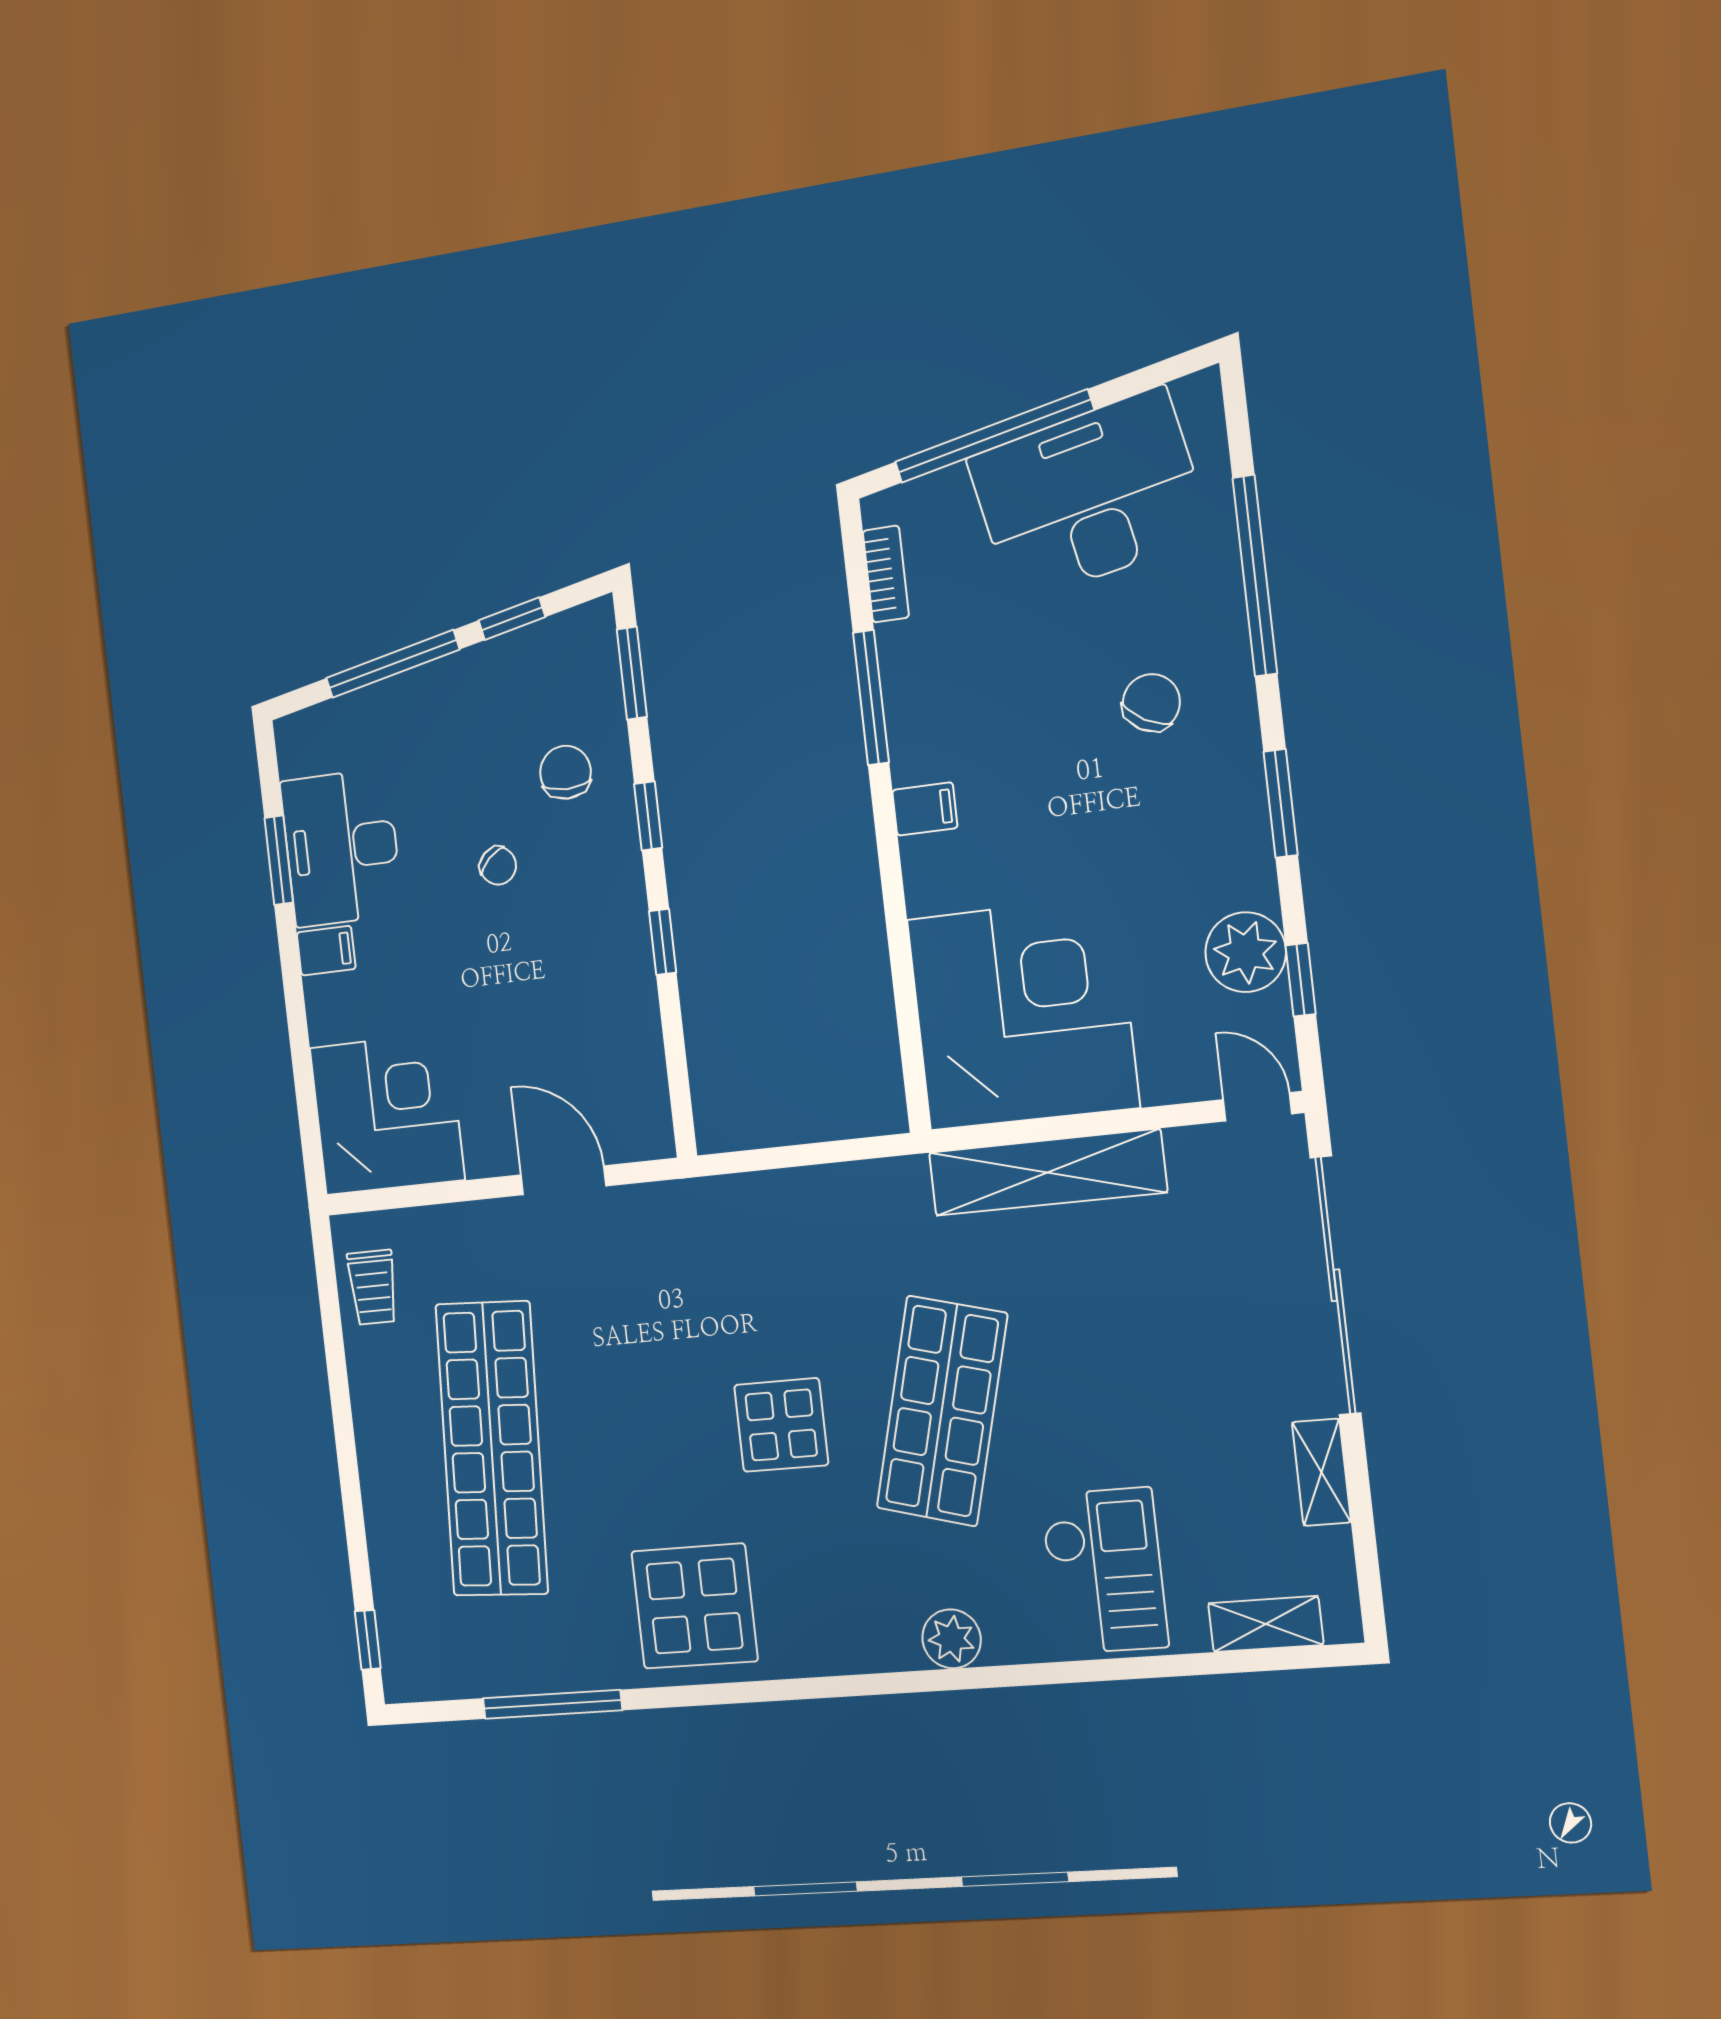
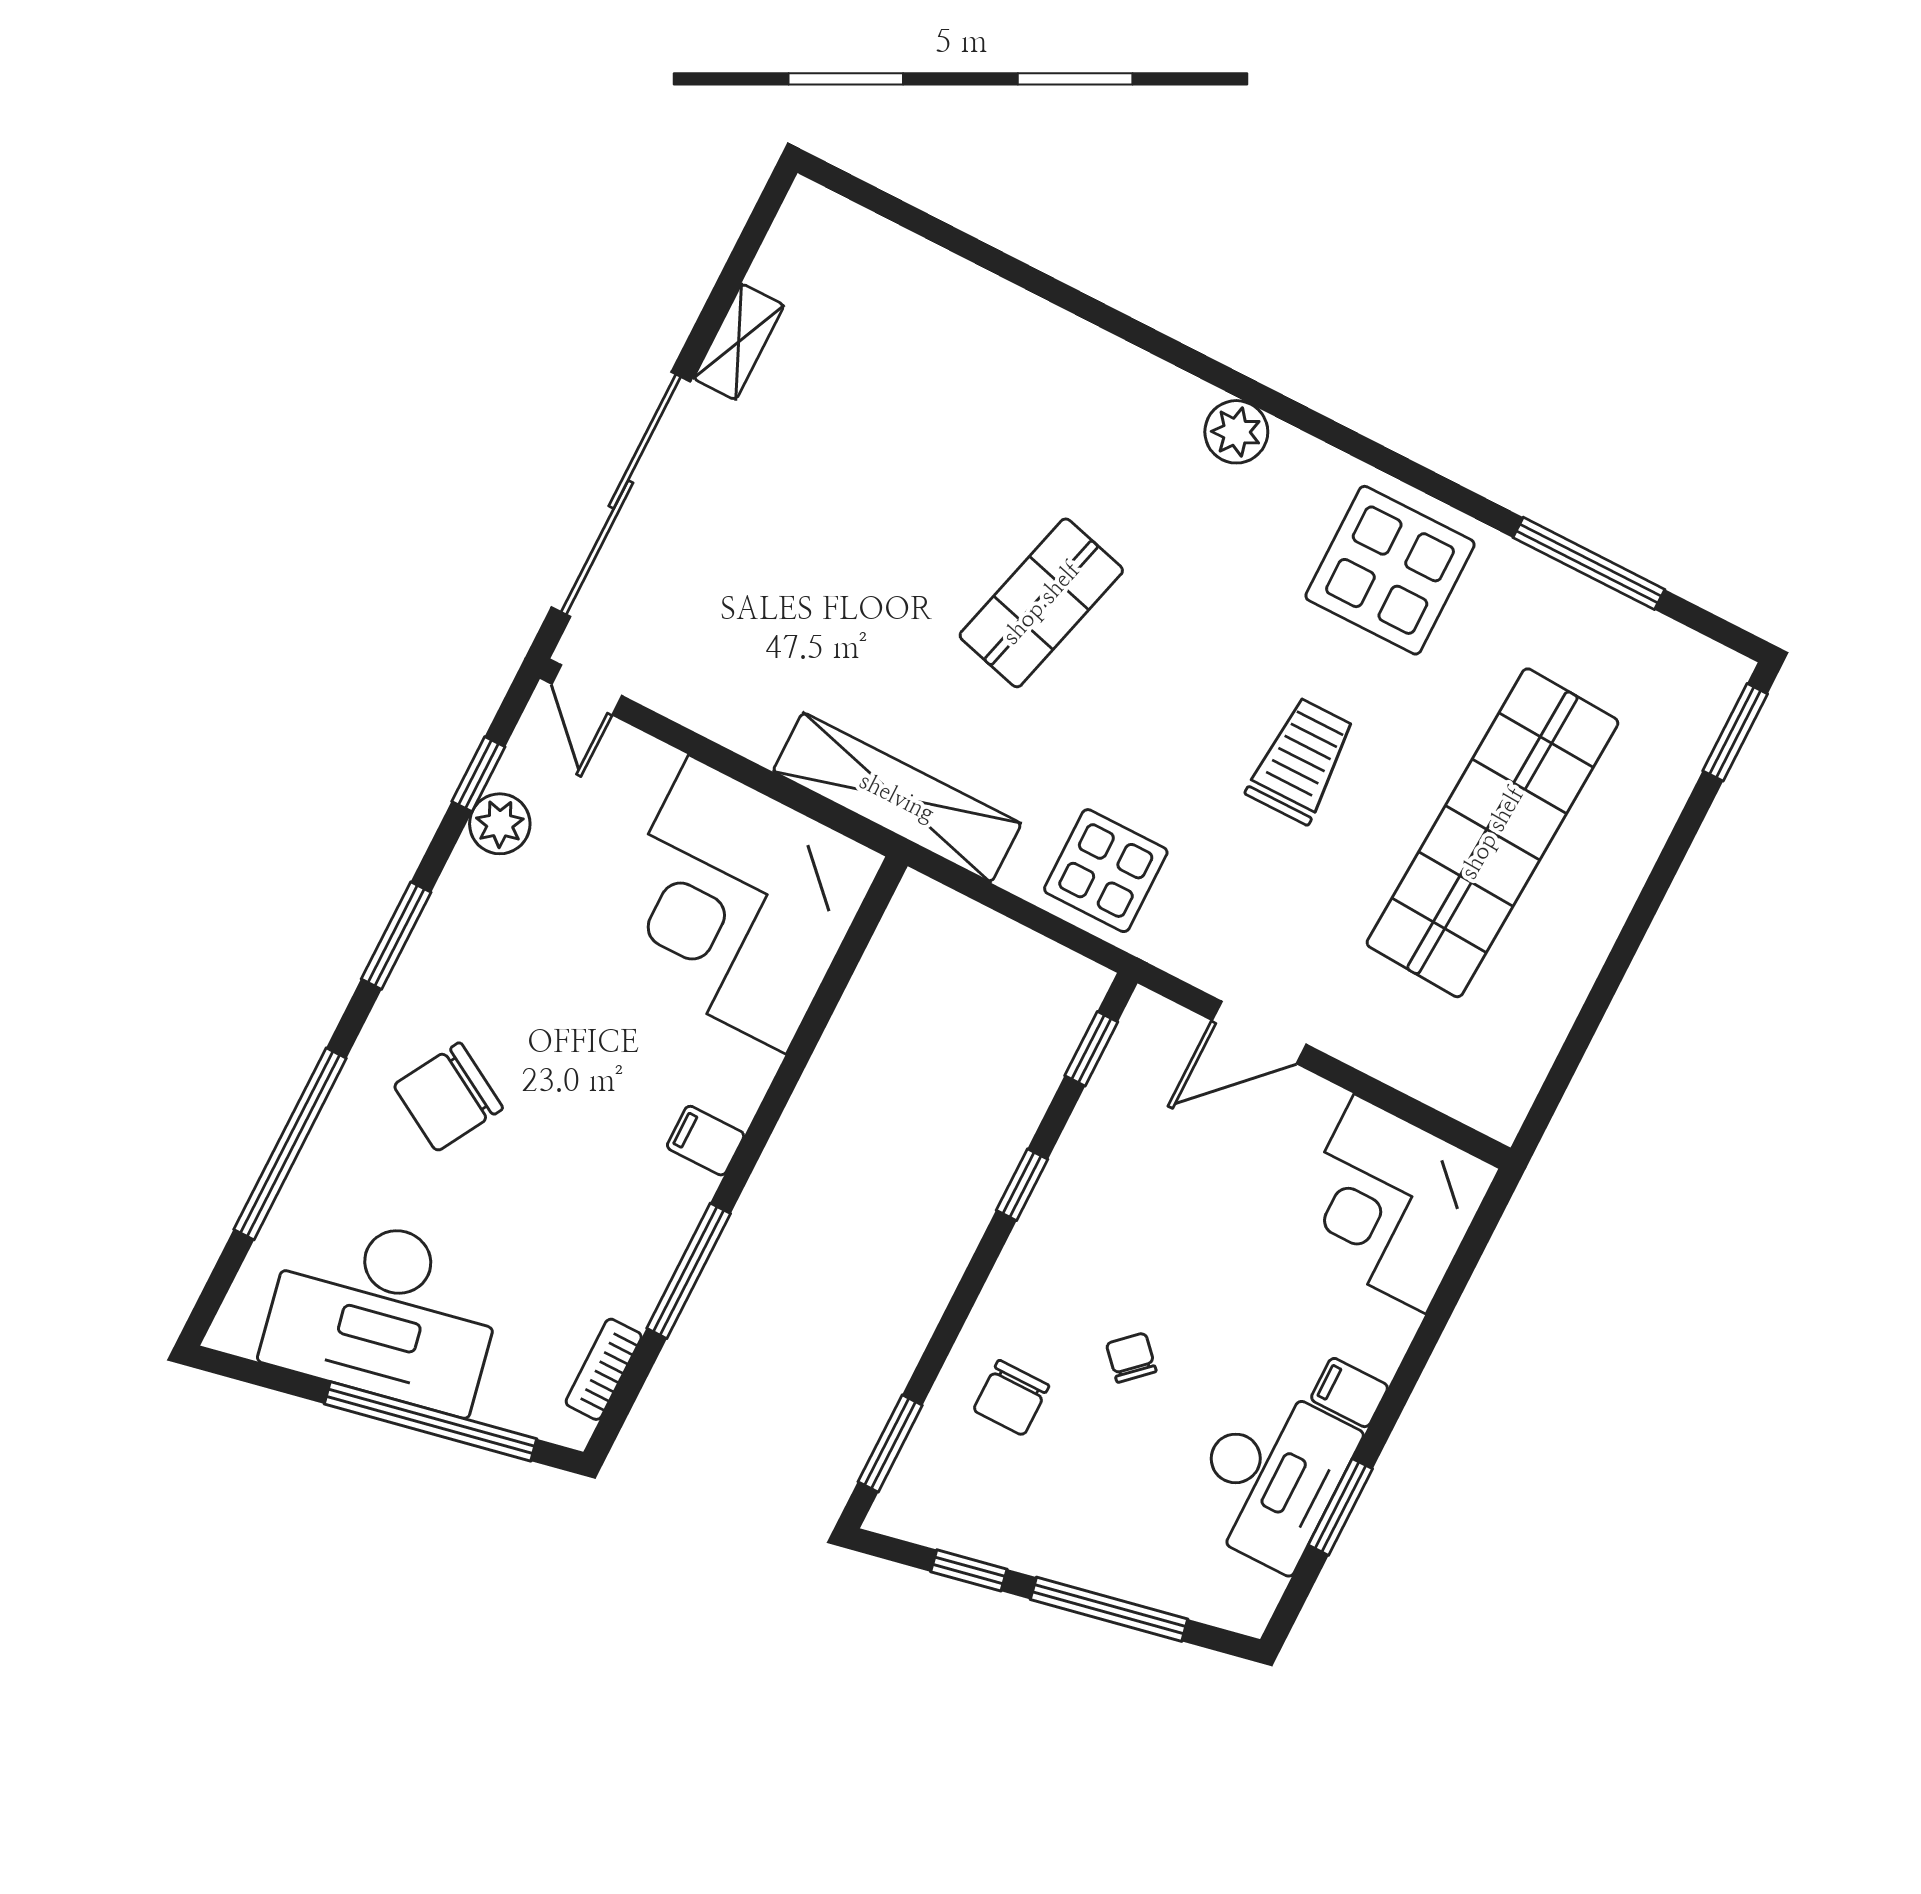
chair: (1151, 703) -> (448, 1097), width x1.37, depth x1.37
window: (648, 816) -> (1091, 1049), moved
plant: (1246, 952) -> (500, 824), width x0.73, depth x0.73
shelving: (1047, 1172) -> (897, 797), moved
door: (563, 1180) -> (1259, 1032), hinge flipped
trolley: (373, 1287) -> (1301, 761), moved, width x1.36, depth x1.39
shop shelf: (942, 1411) -> (1041, 603), width x0.70, depth x0.74
display table: (781, 1425) -> (1106, 871), moved
checkout: (1104, 1571) -> (987, 373), removed
shelving: (1266, 1624) -> (874, 240), removed
plant: (952, 1639) -> (1236, 432), moved
window: (368, 1640) -> (1735, 732), width x1.50

